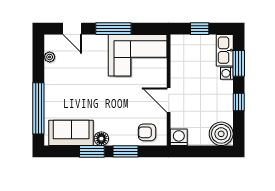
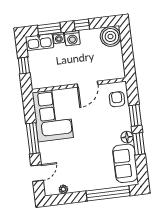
armchair: (147, 132) -> (117, 99), turned 180
washing machine: (179, 137) -> (72, 38), moved, turned -90

